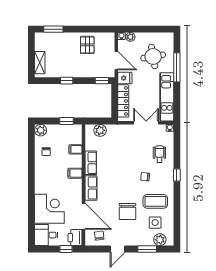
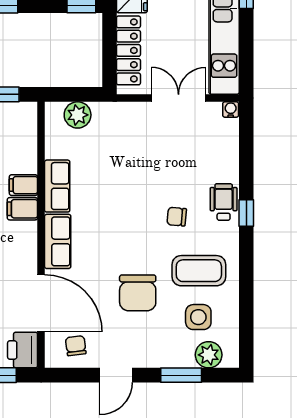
filing cabinet: (75, 149) -> (23, 185), moved
wheelchair: (159, 154) -> (224, 202), moved

